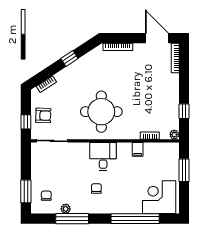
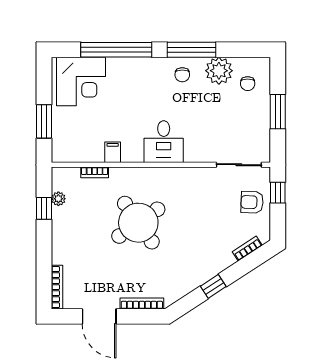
door: (157, 38) -> (99, 316), moved
round table: (101, 112) -> (138, 223), moved, turned -35
plant: (174, 135) -> (58, 199), moved
chair: (96, 188) -> (182, 75), moved
window: (26, 191) -> (278, 112), moved
plant: (66, 209) -> (219, 71), width x1.88, depth x1.88
window: (72, 219) -> (191, 50), moved

